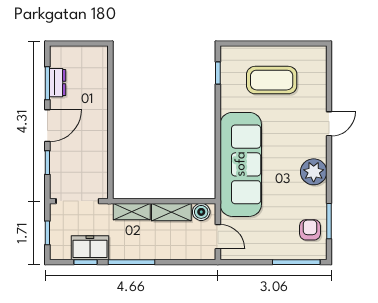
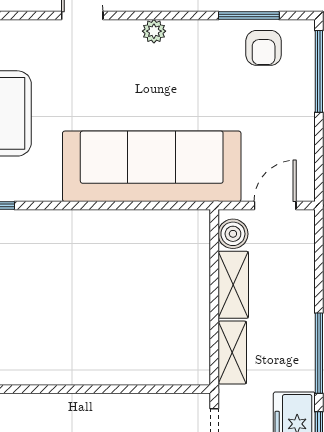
plant: (314, 172) -> (154, 31), width x0.53, depth x0.53
armchair: (310, 230) -> (264, 48), turned -90

